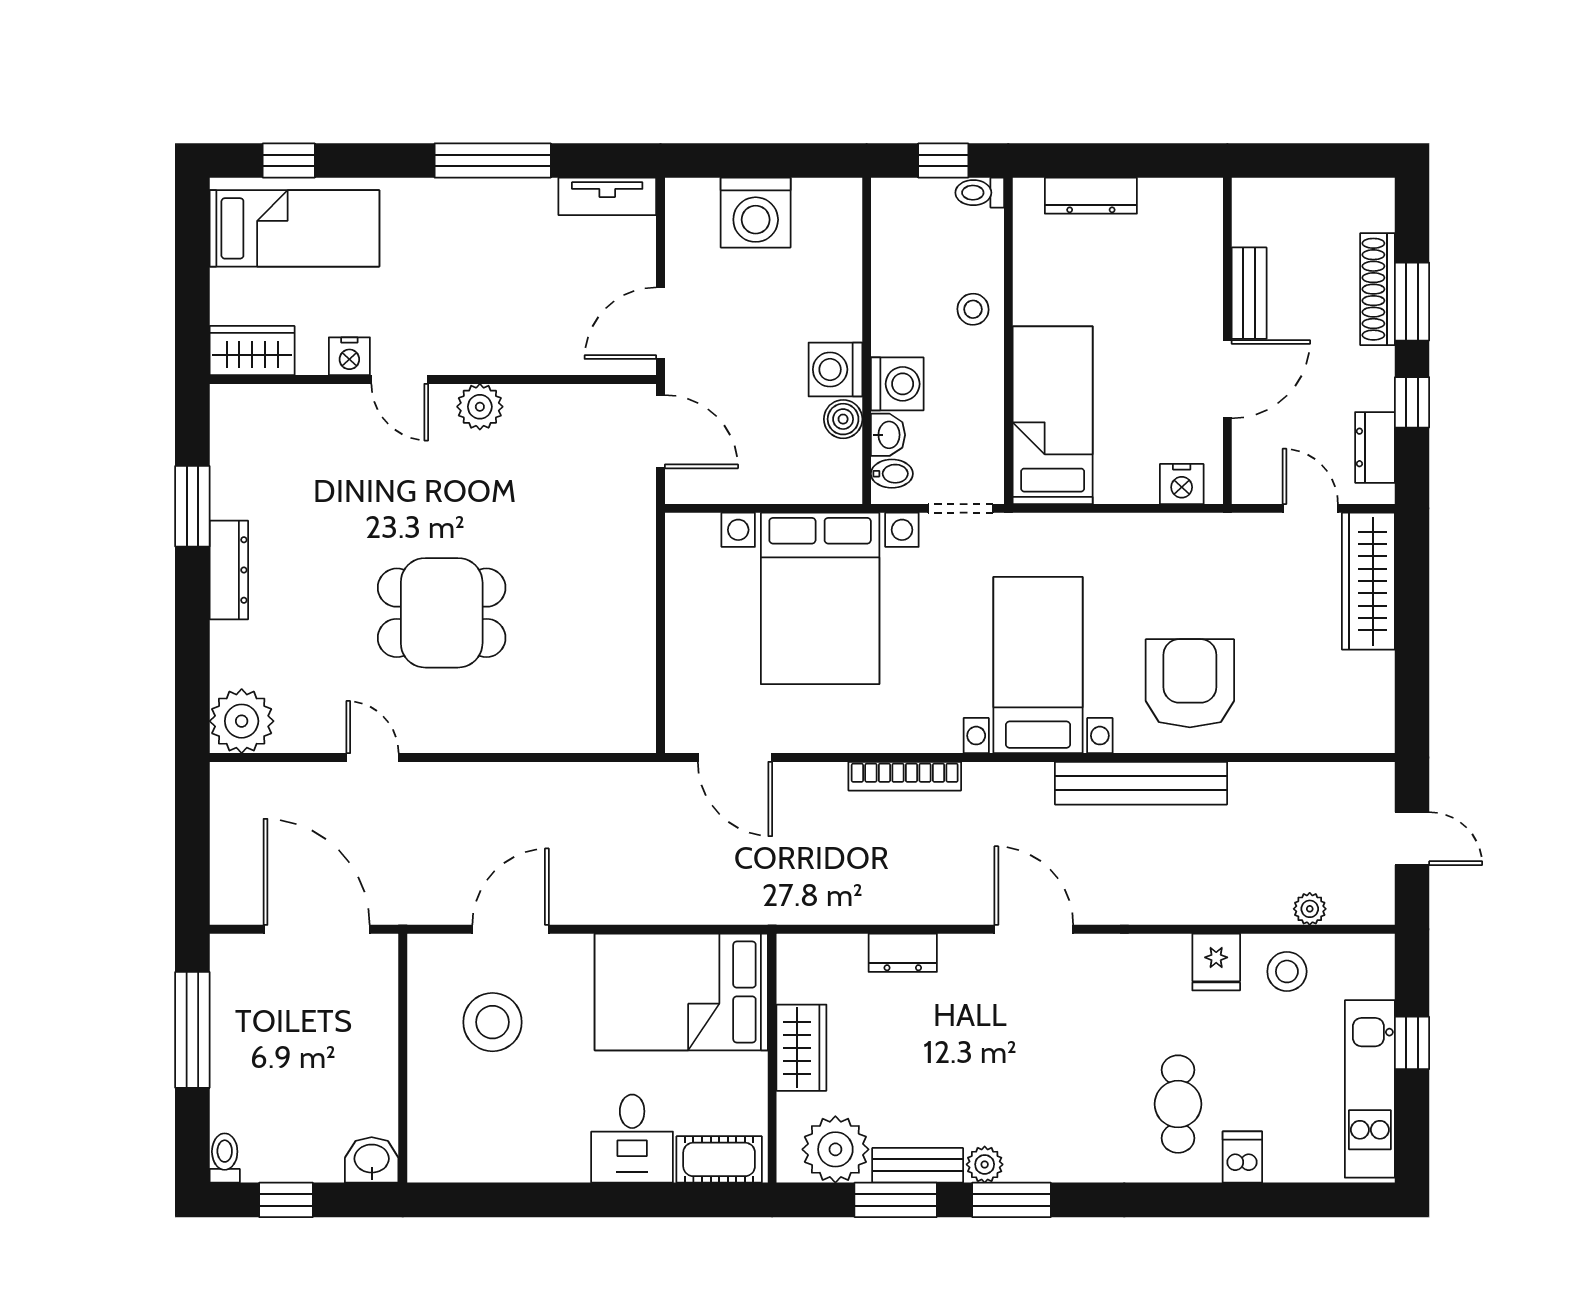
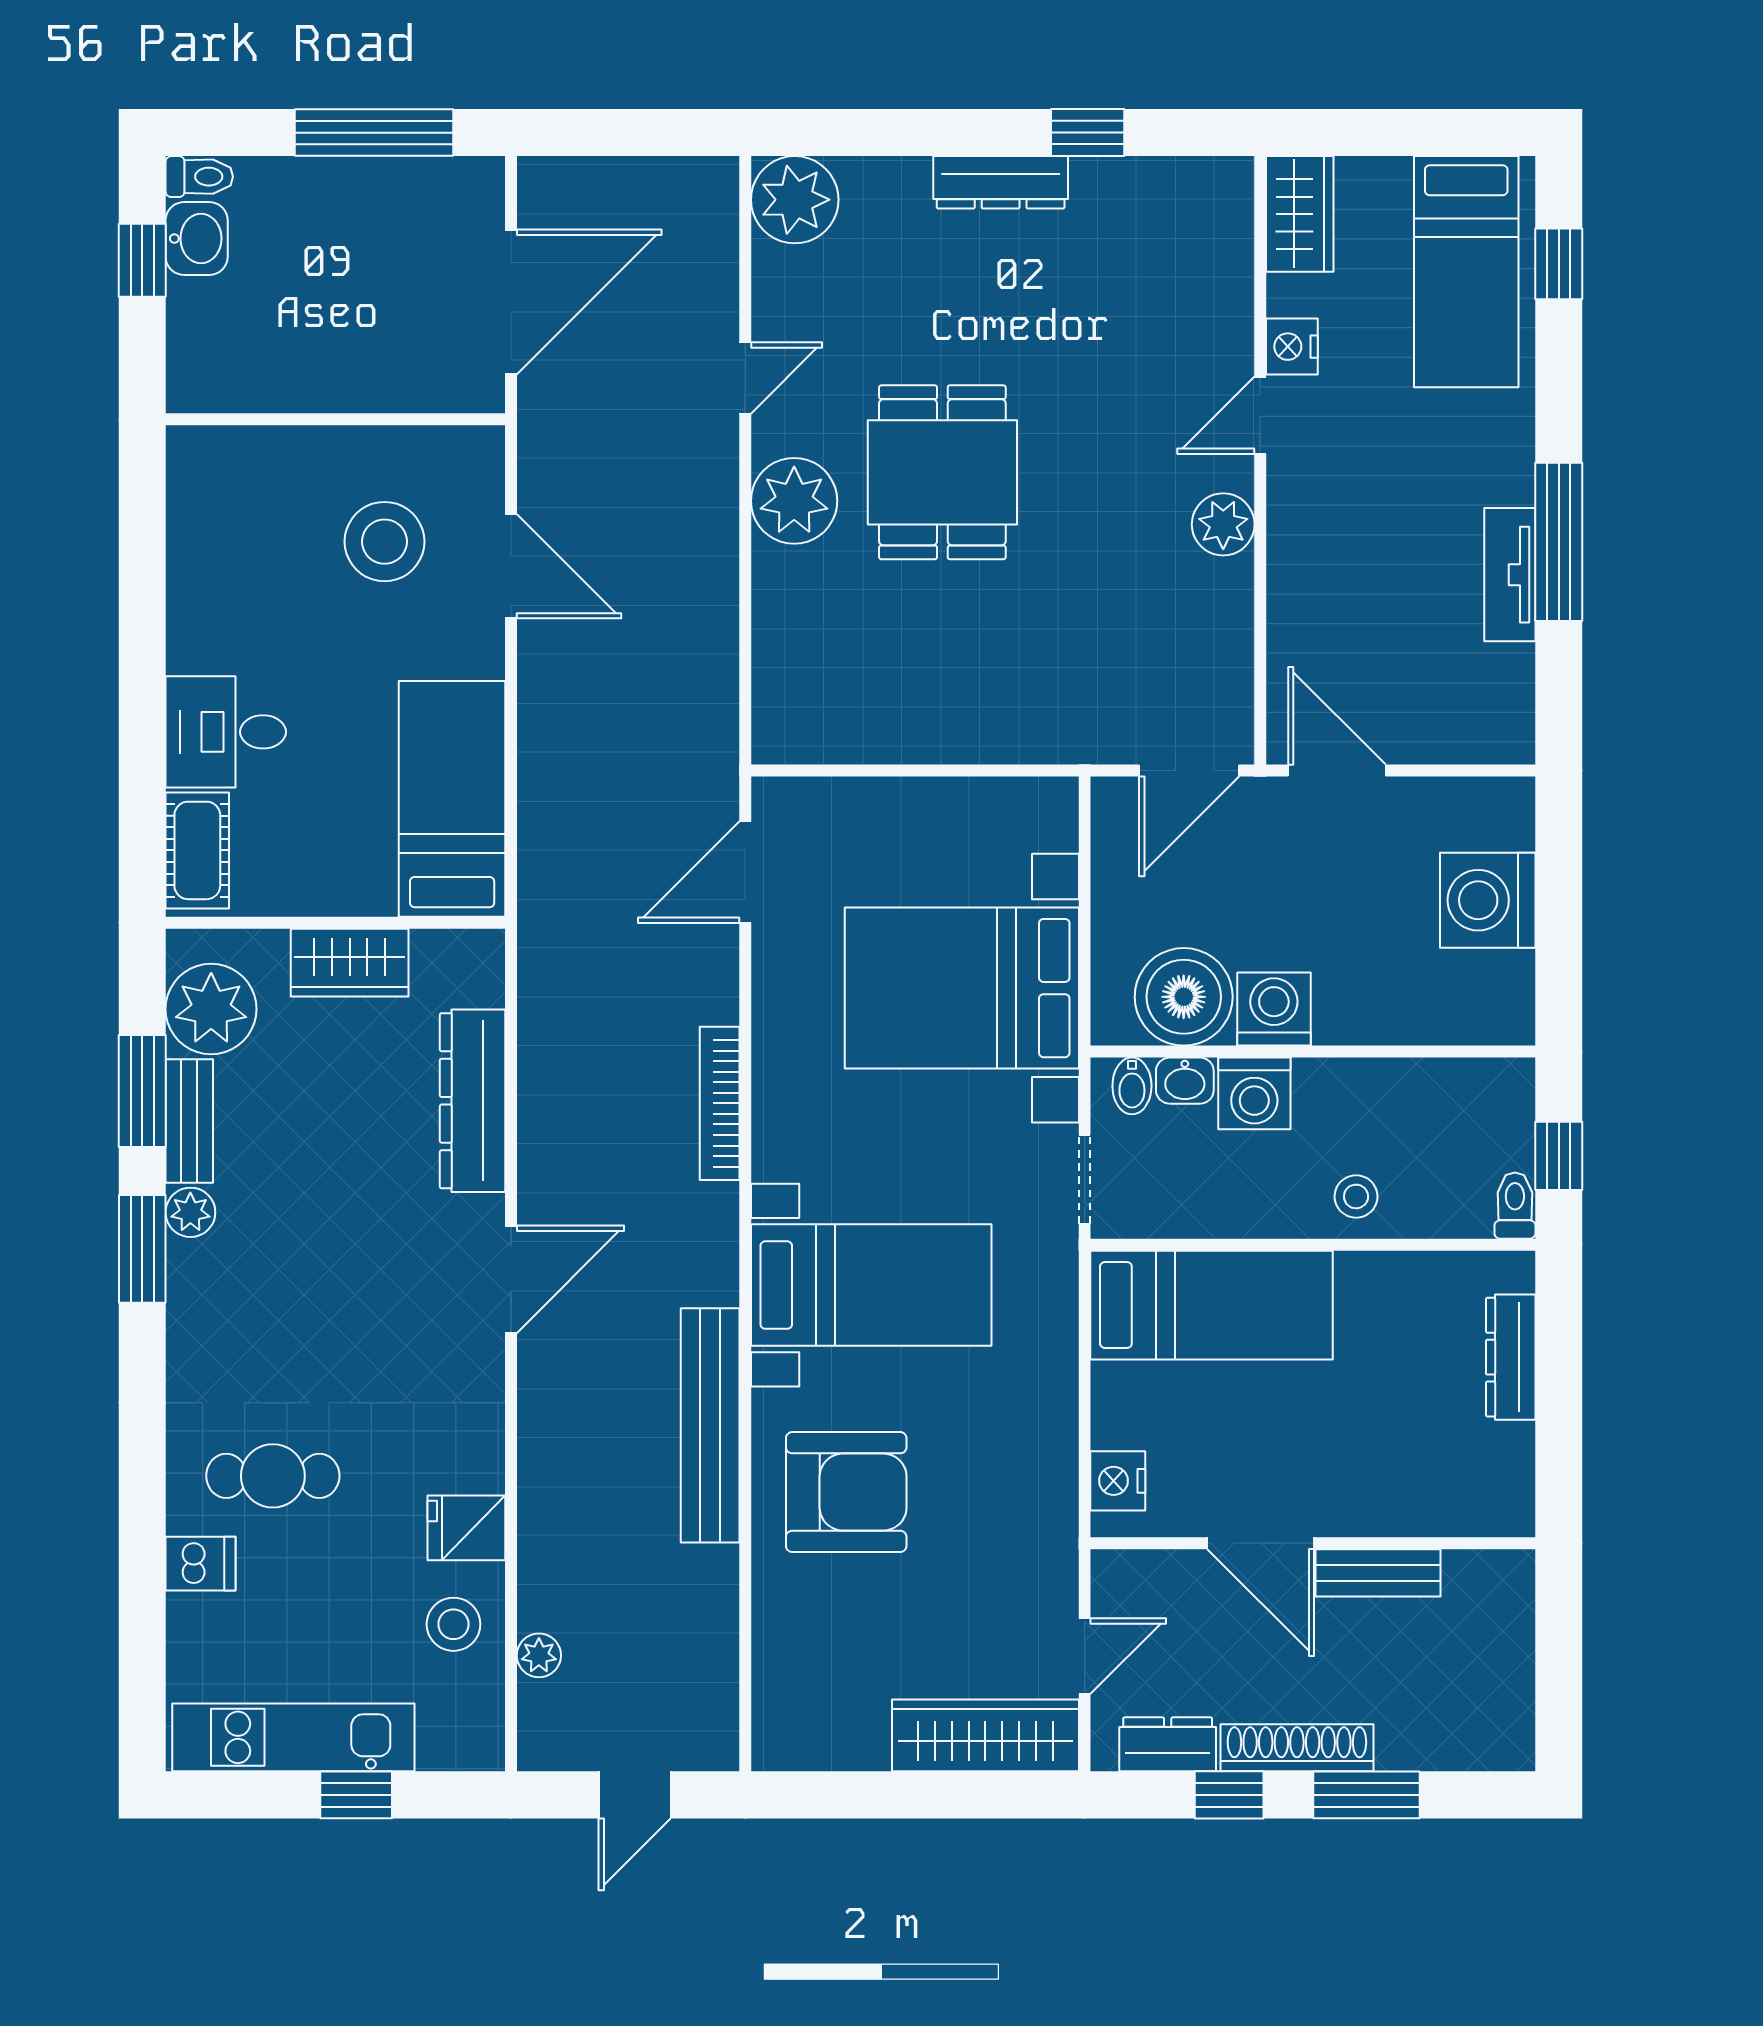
tv unit: (607, 196) -> (1510, 575), moved
shoe rack: (1378, 289) -> (1297, 1748), moved
boiler: (843, 419) -> (1184, 997), width x1.86, depth x1.86
window: (192, 506) -> (1088, 133), width x0.67
plant: (463, 722) -> (794, 501), added
dresser: (903, 953) -> (473, 1101), width x1.96, depth x1.24
bed: (681, 992) -> (452, 799), width x0.67
washbasin: (372, 1160) -> (197, 239), moved

